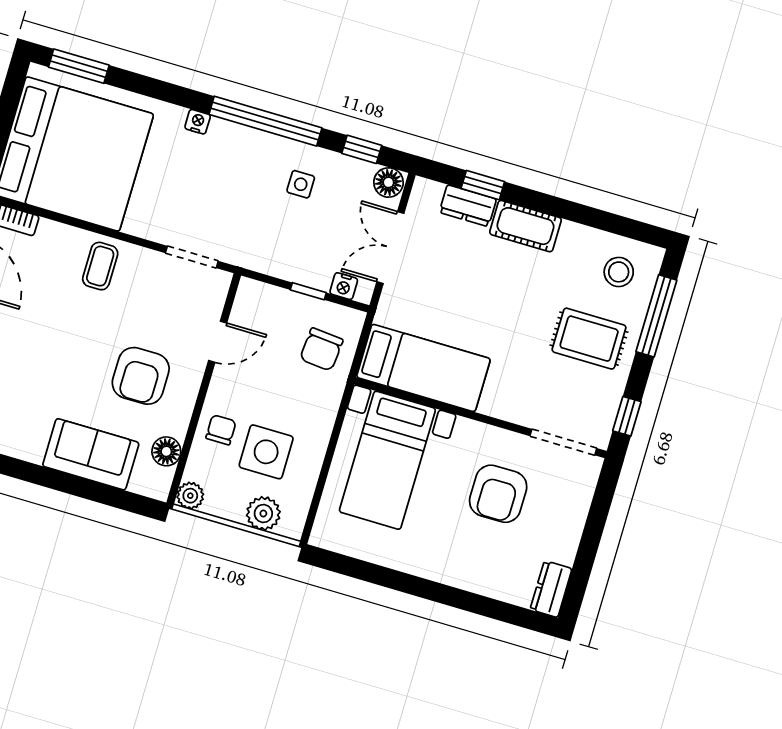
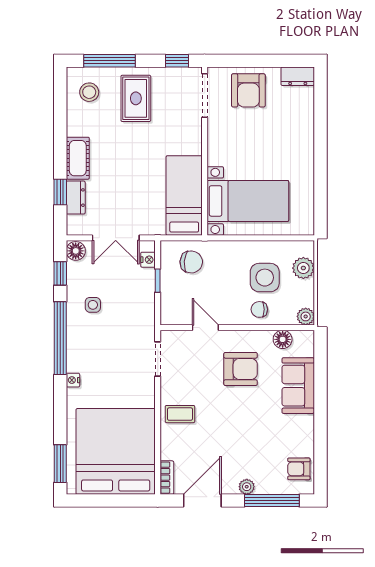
armchair: (498, 494) -> (248, 90), moved, turned 90

